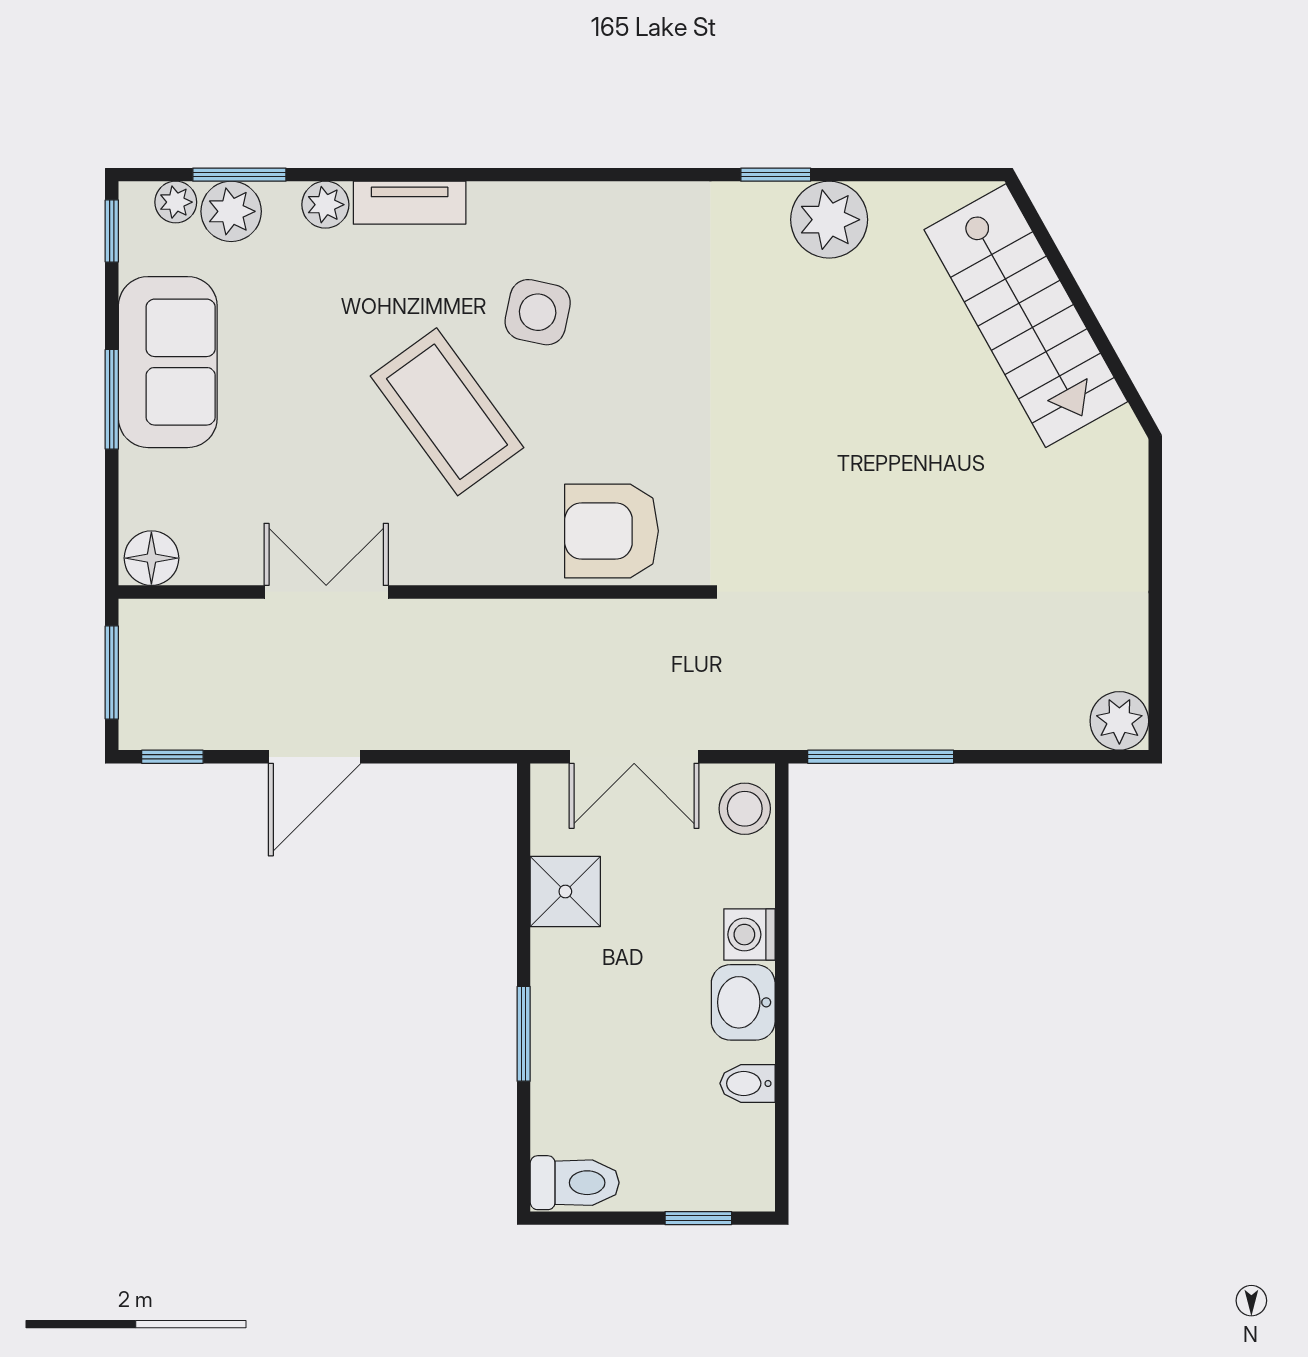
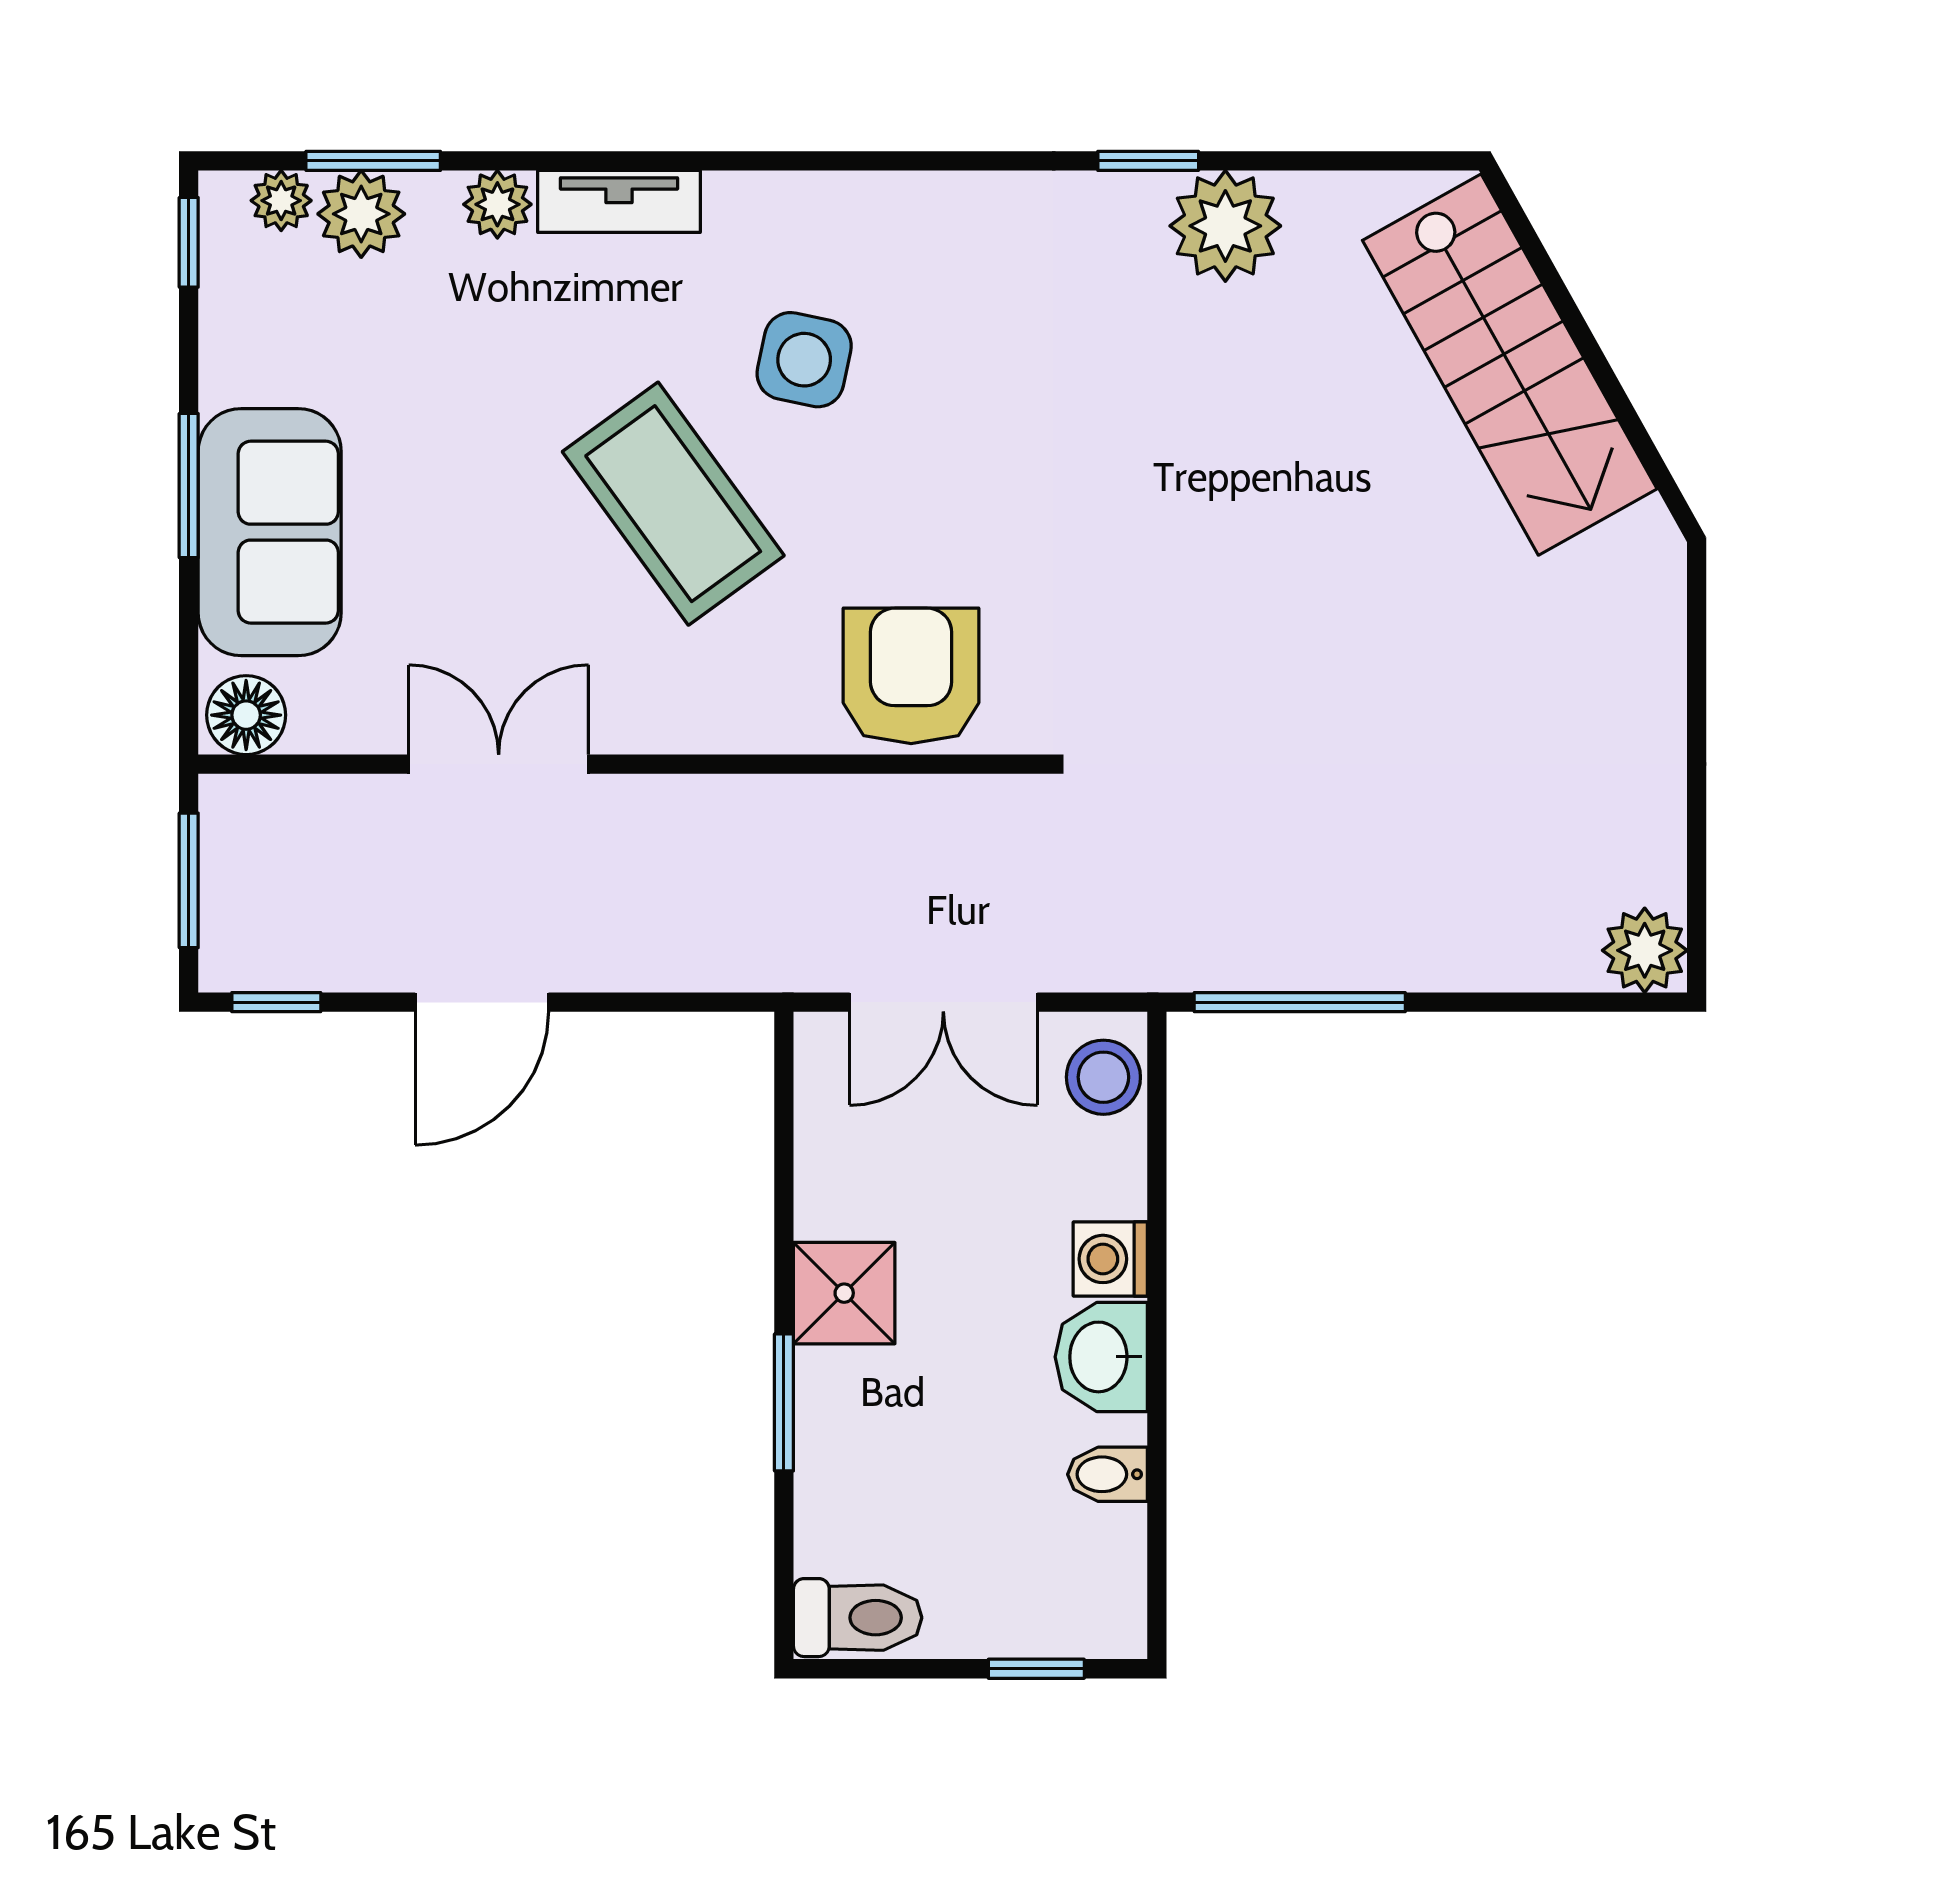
sofa: (168, 362) -> (270, 532), moved
armchair: (612, 531) -> (911, 676), turned 90
shower: (565, 891) -> (844, 1293), moved

